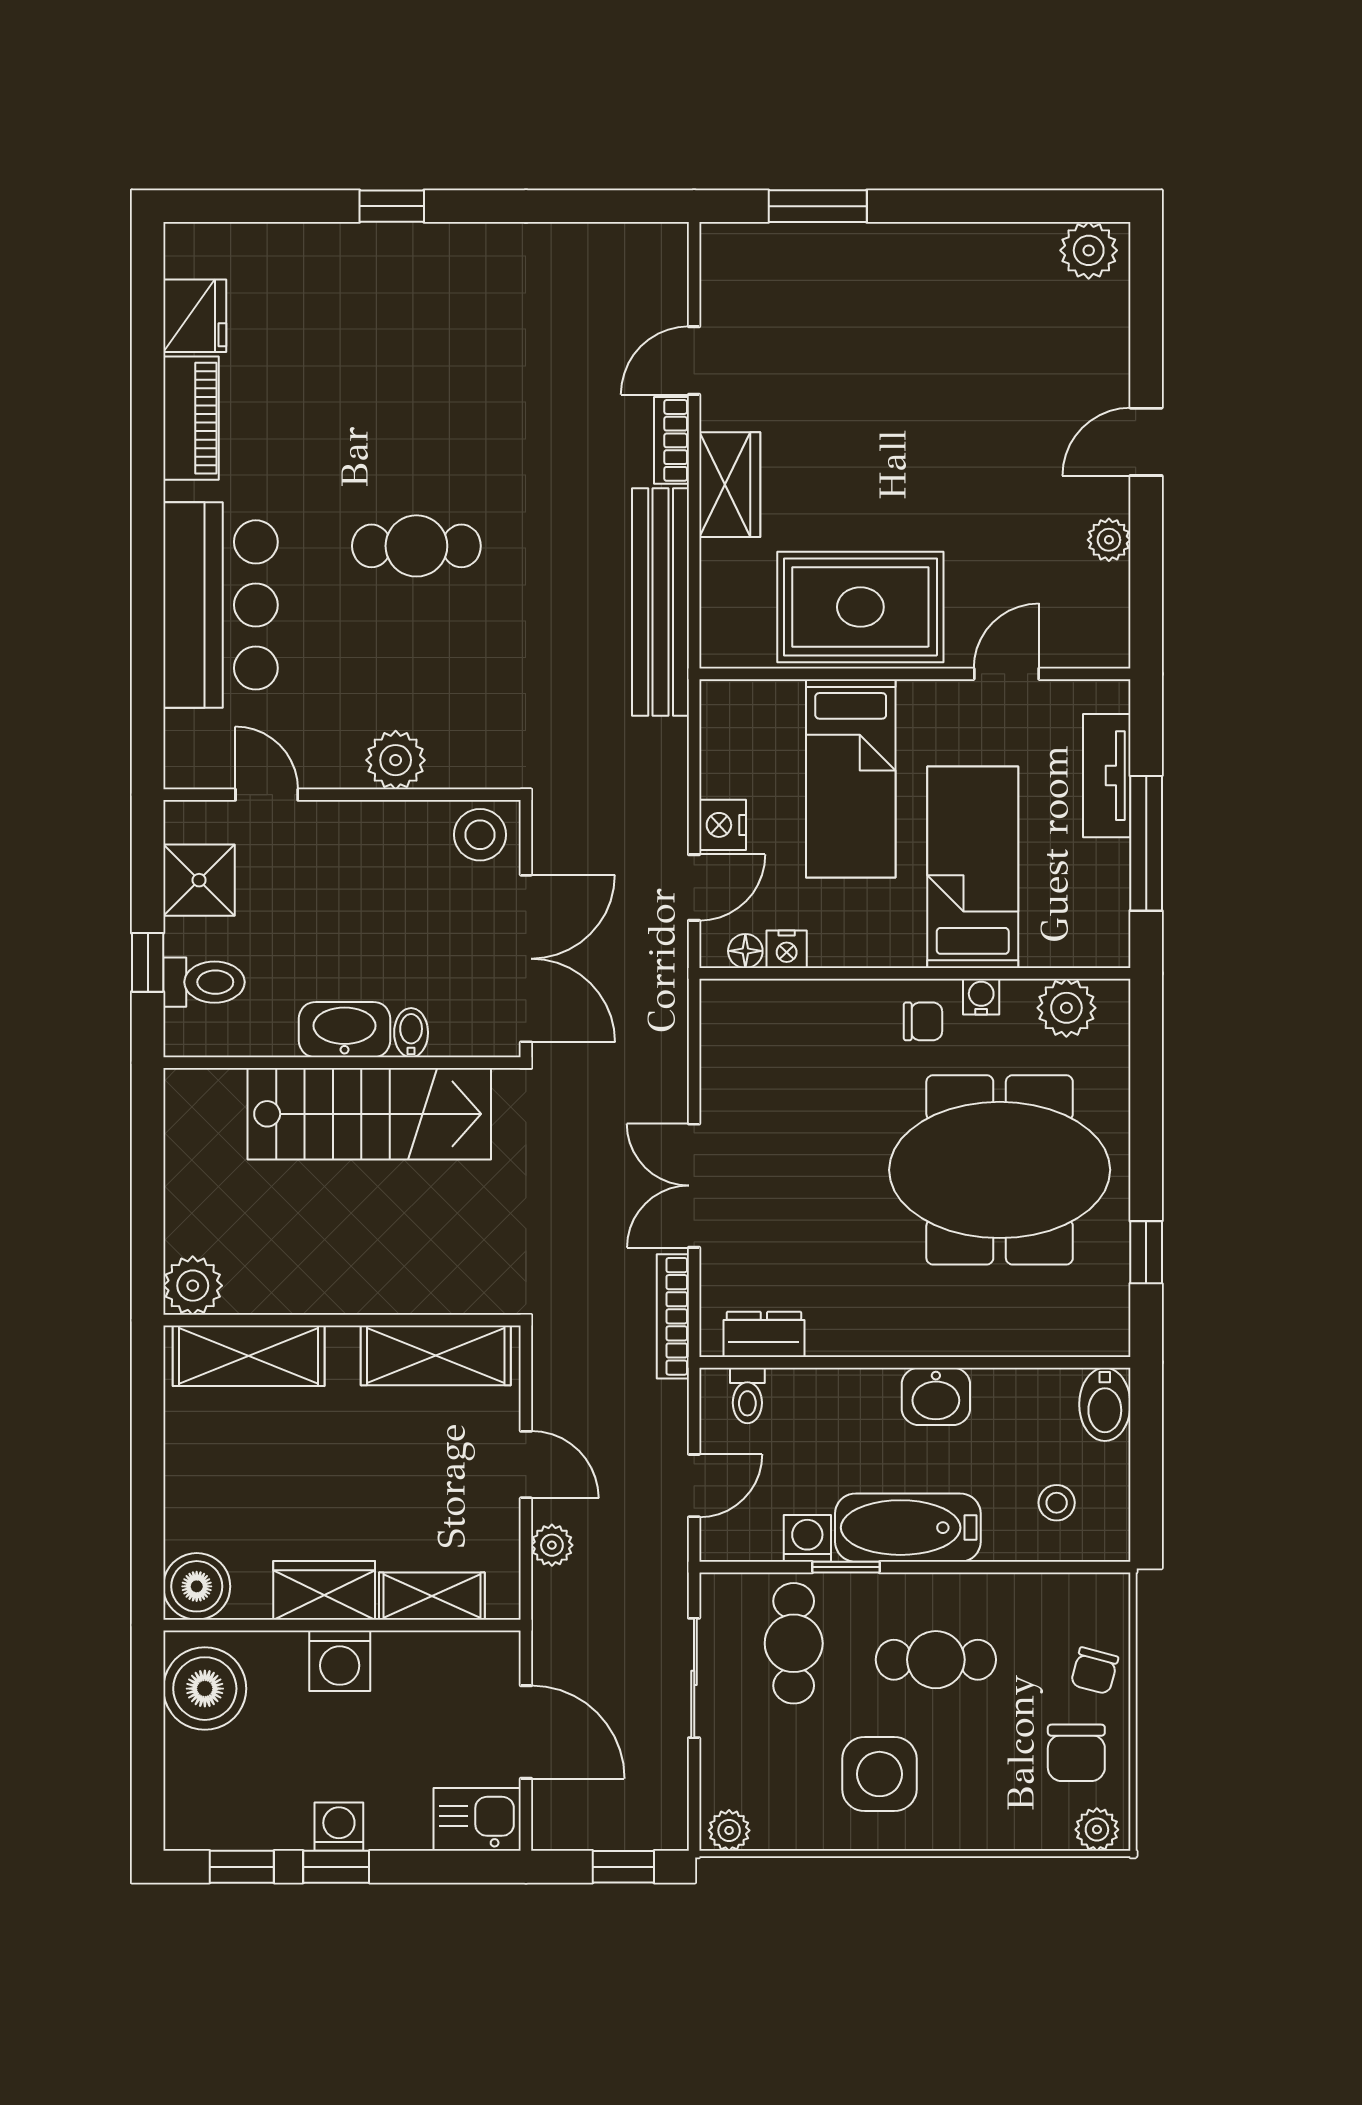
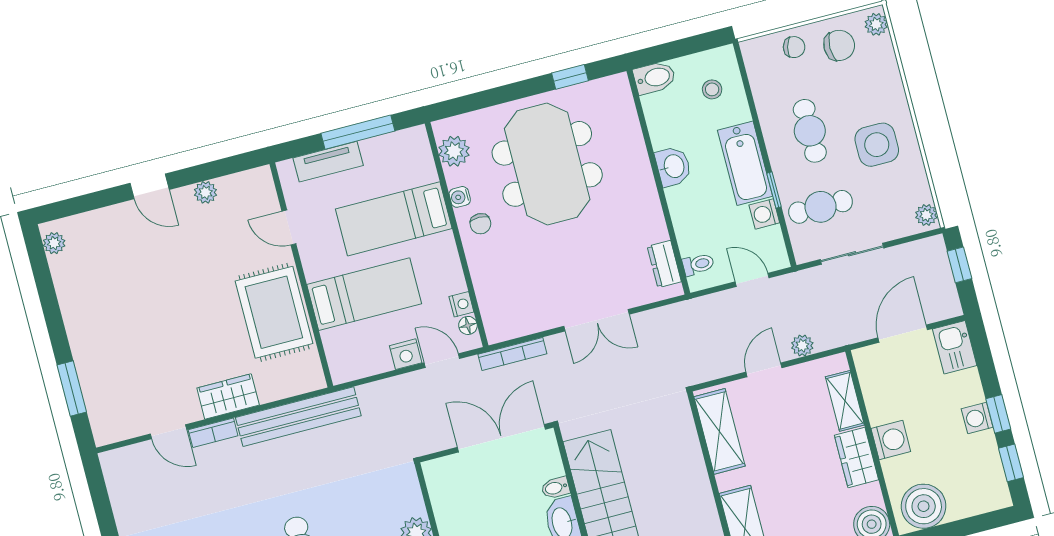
plant: (1089, 250) -> (54, 243), width x0.73, depth x0.73
stool: (480, 835) -> (443, 479), removed
chair: (923, 1021) -> (480, 224), turned 180
bookcase: (673, 1316) -> (512, 354), moved

